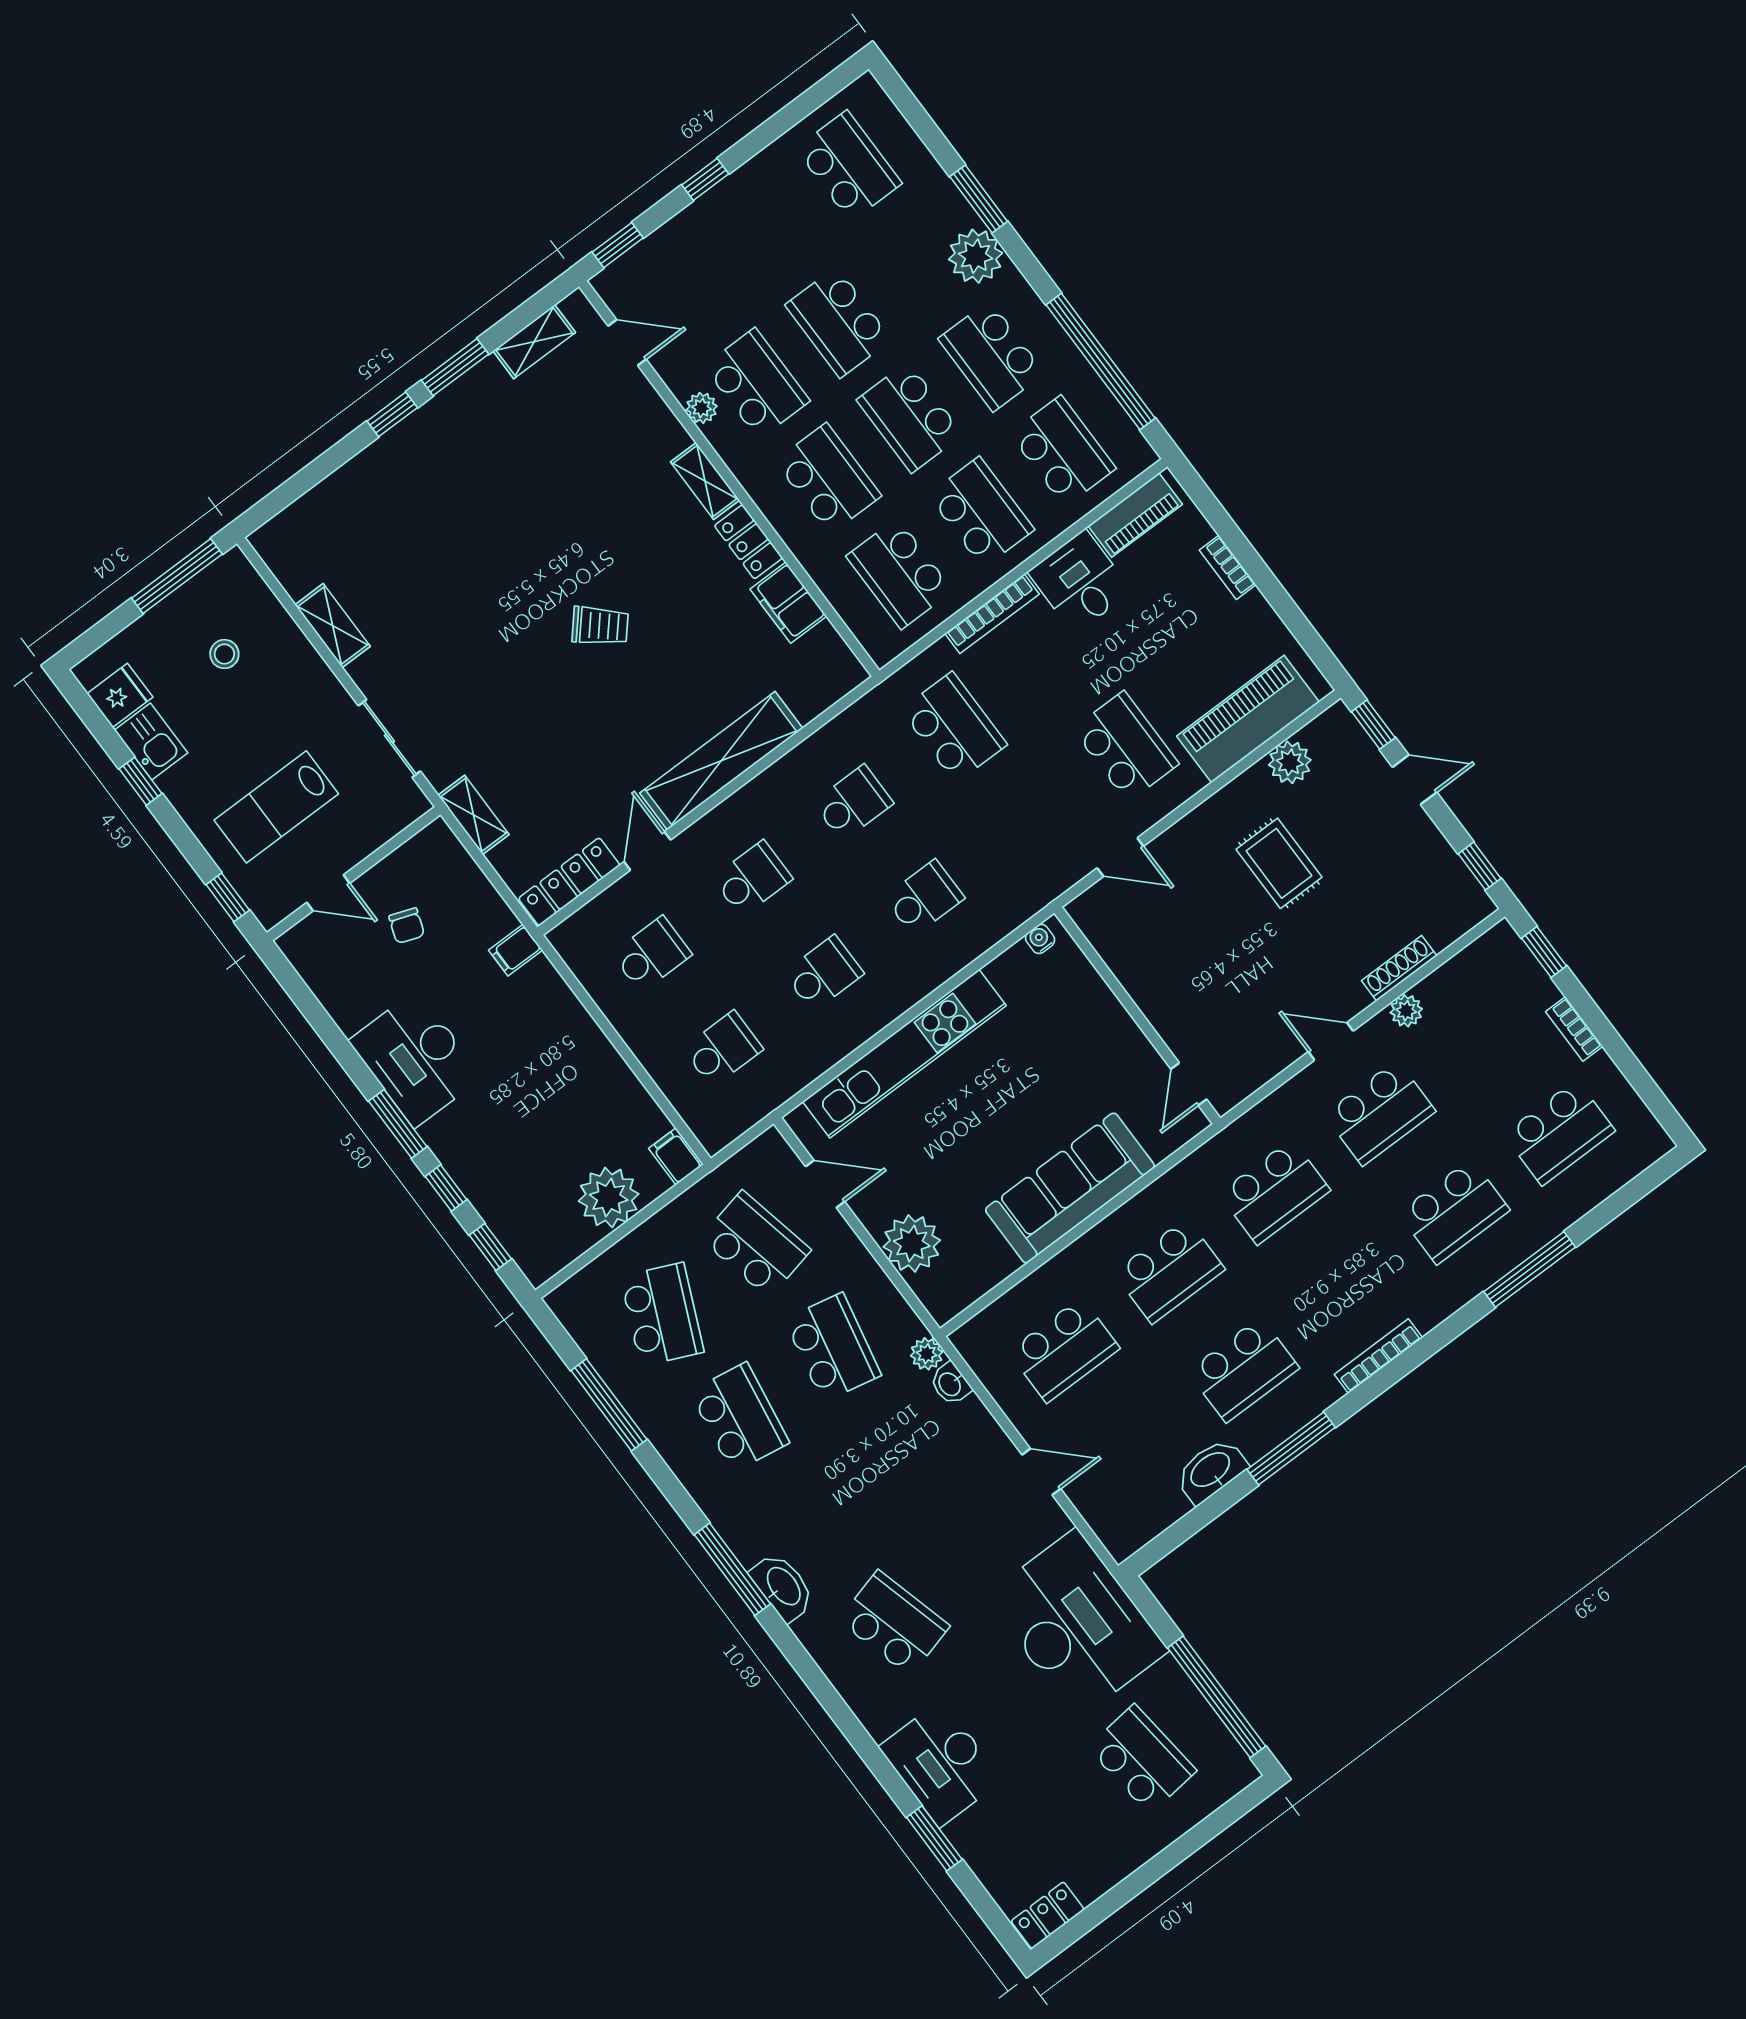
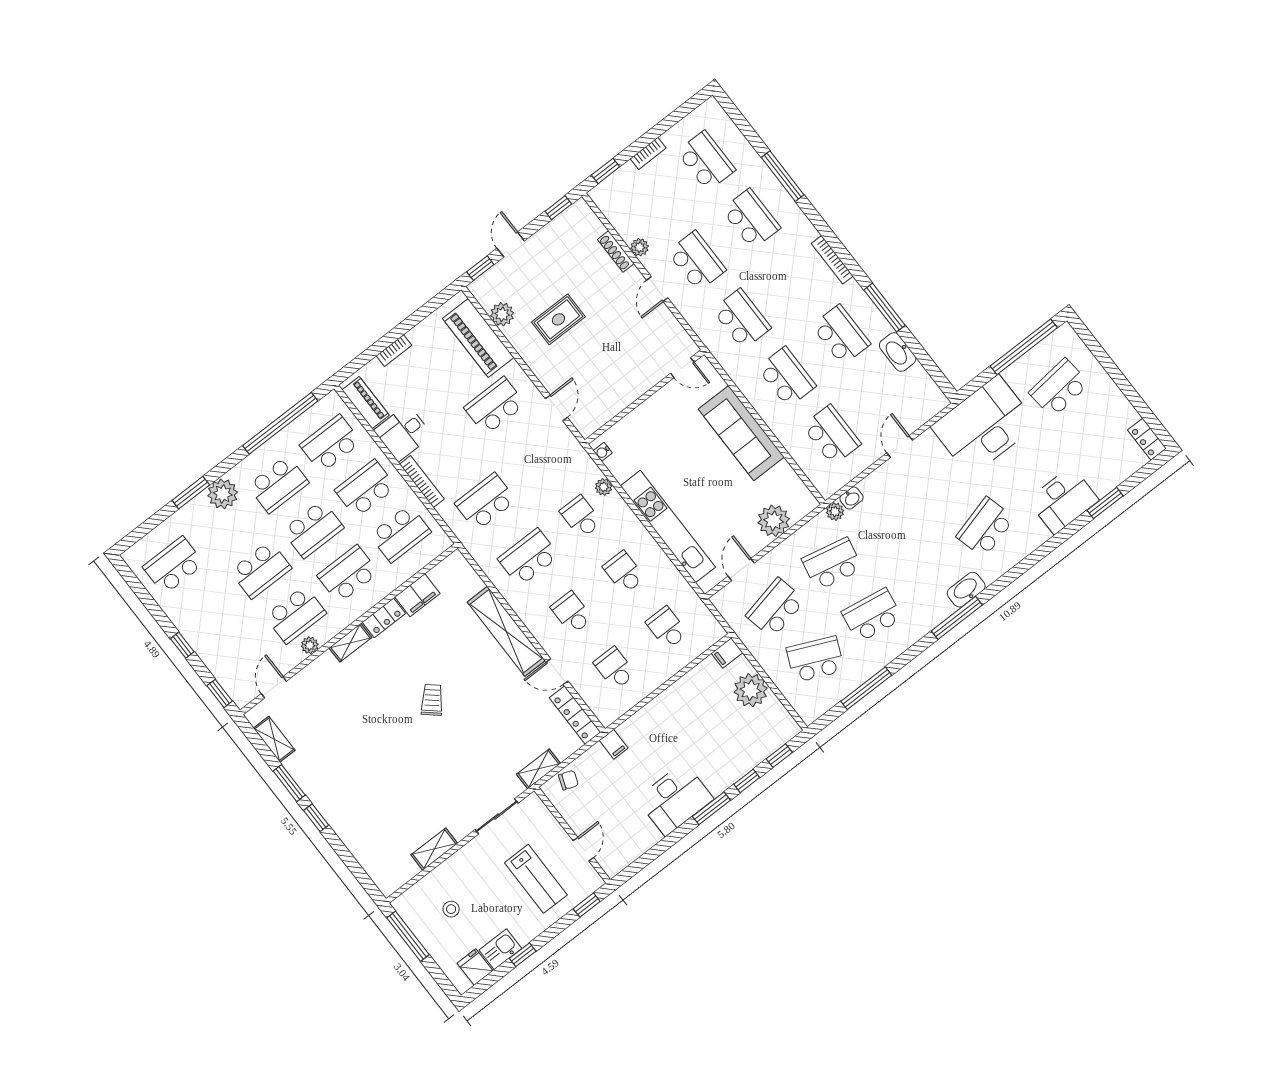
school desk: (757, 384) -> (296, 615), turned 180
school desk: (853, 803) -> (529, 557), width x1.85
chair: (407, 926) -> (568, 780), moved
plant: (977, 940) -> (604, 487), added

